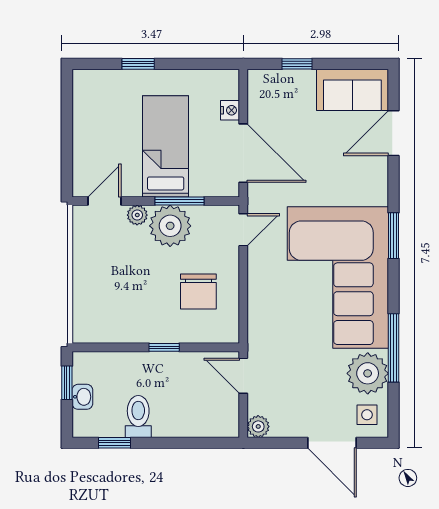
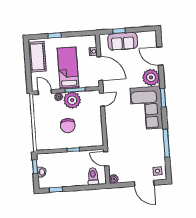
sofa: (352, 90) -> (123, 41), moved
cot: (92, 113) -> (37, 57), added
door: (394, 133) -> (160, 56), hinge flipped
door: (104, 201) -> (45, 92), hinge flipped
corner sofa: (338, 277) -> (147, 108), width x0.73, depth x0.74
chair: (198, 291) -> (68, 126), moved
plant: (368, 373) -> (151, 77), moved
toilet: (138, 416) -> (93, 176), moved

